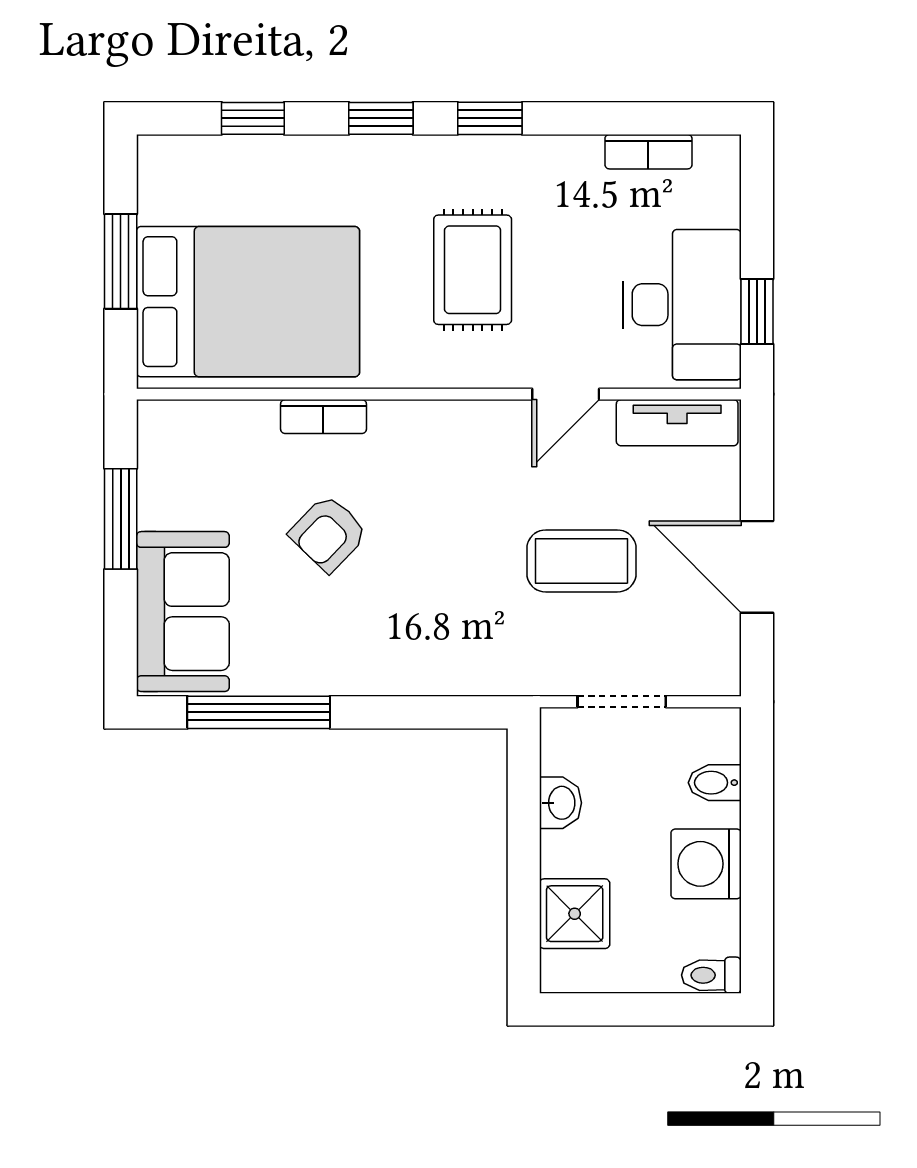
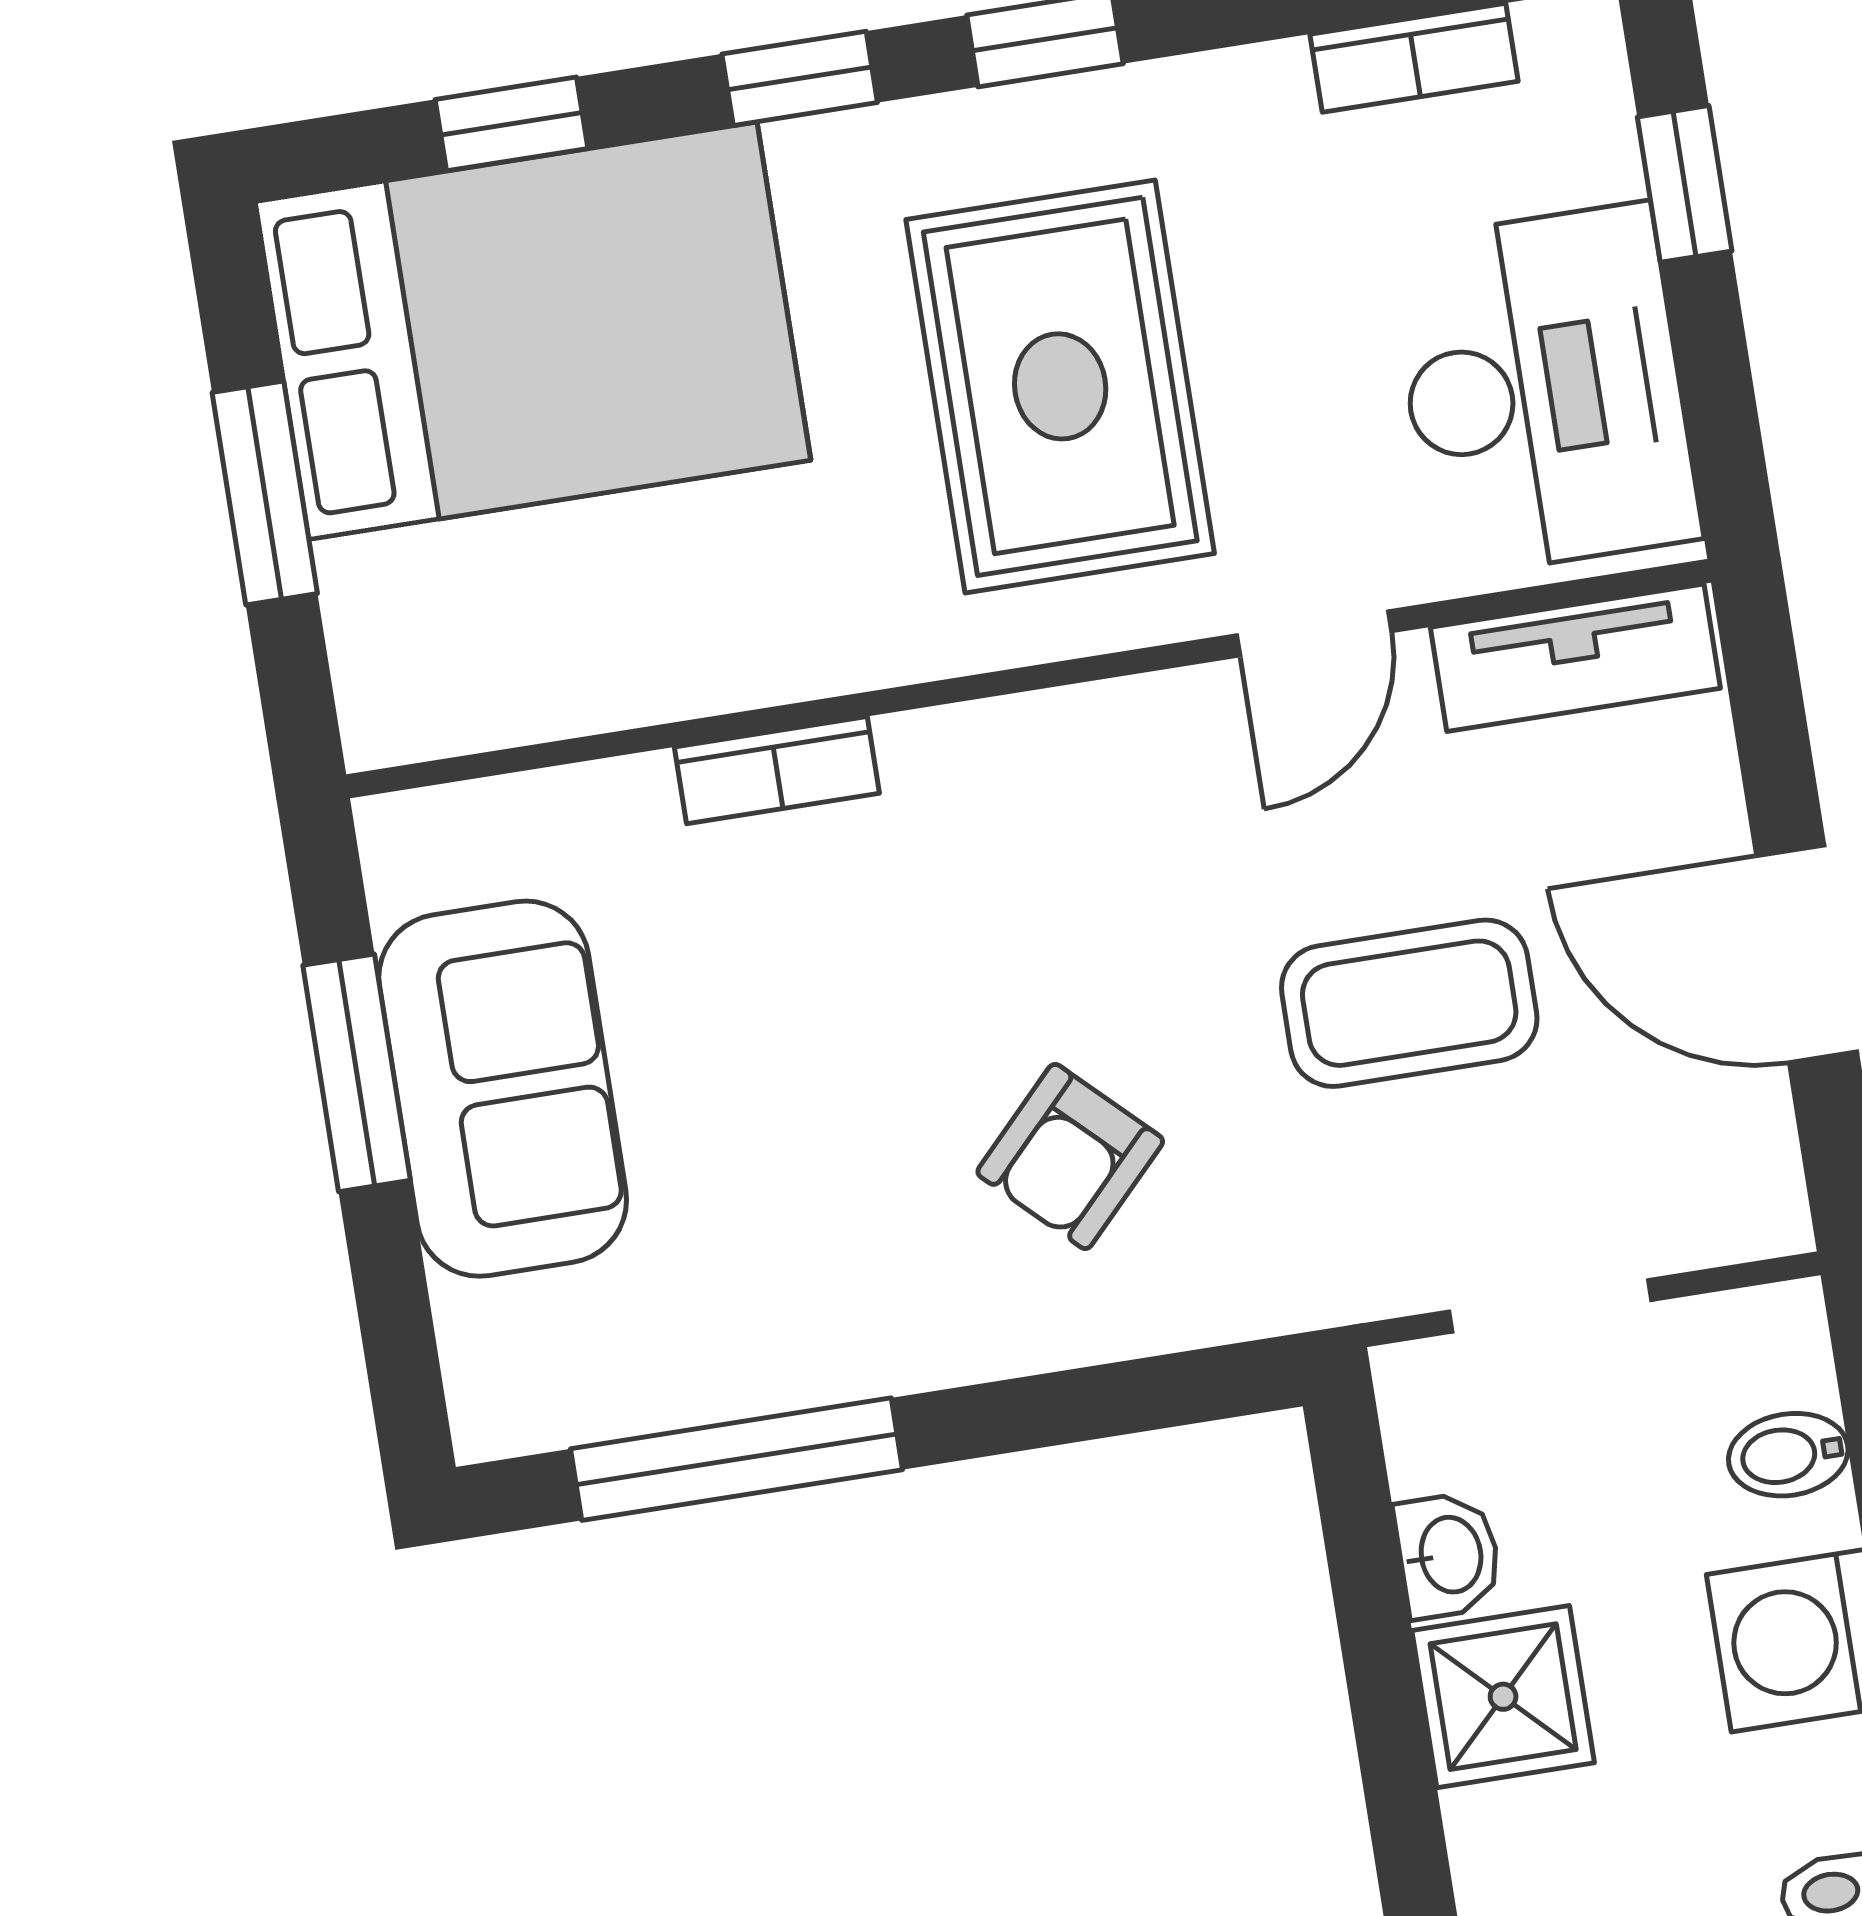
rug: (473, 270) -> (1060, 386), width x1.36, depth x1.43
bed: (248, 302) -> (533, 331), moved
window: (757, 311) -> (1685, 184), moved
armchair: (328, 533) -> (1070, 1156), moved
sofa: (183, 612) -> (503, 1089), moved
shower: (575, 914) -> (1503, 1697), moved

